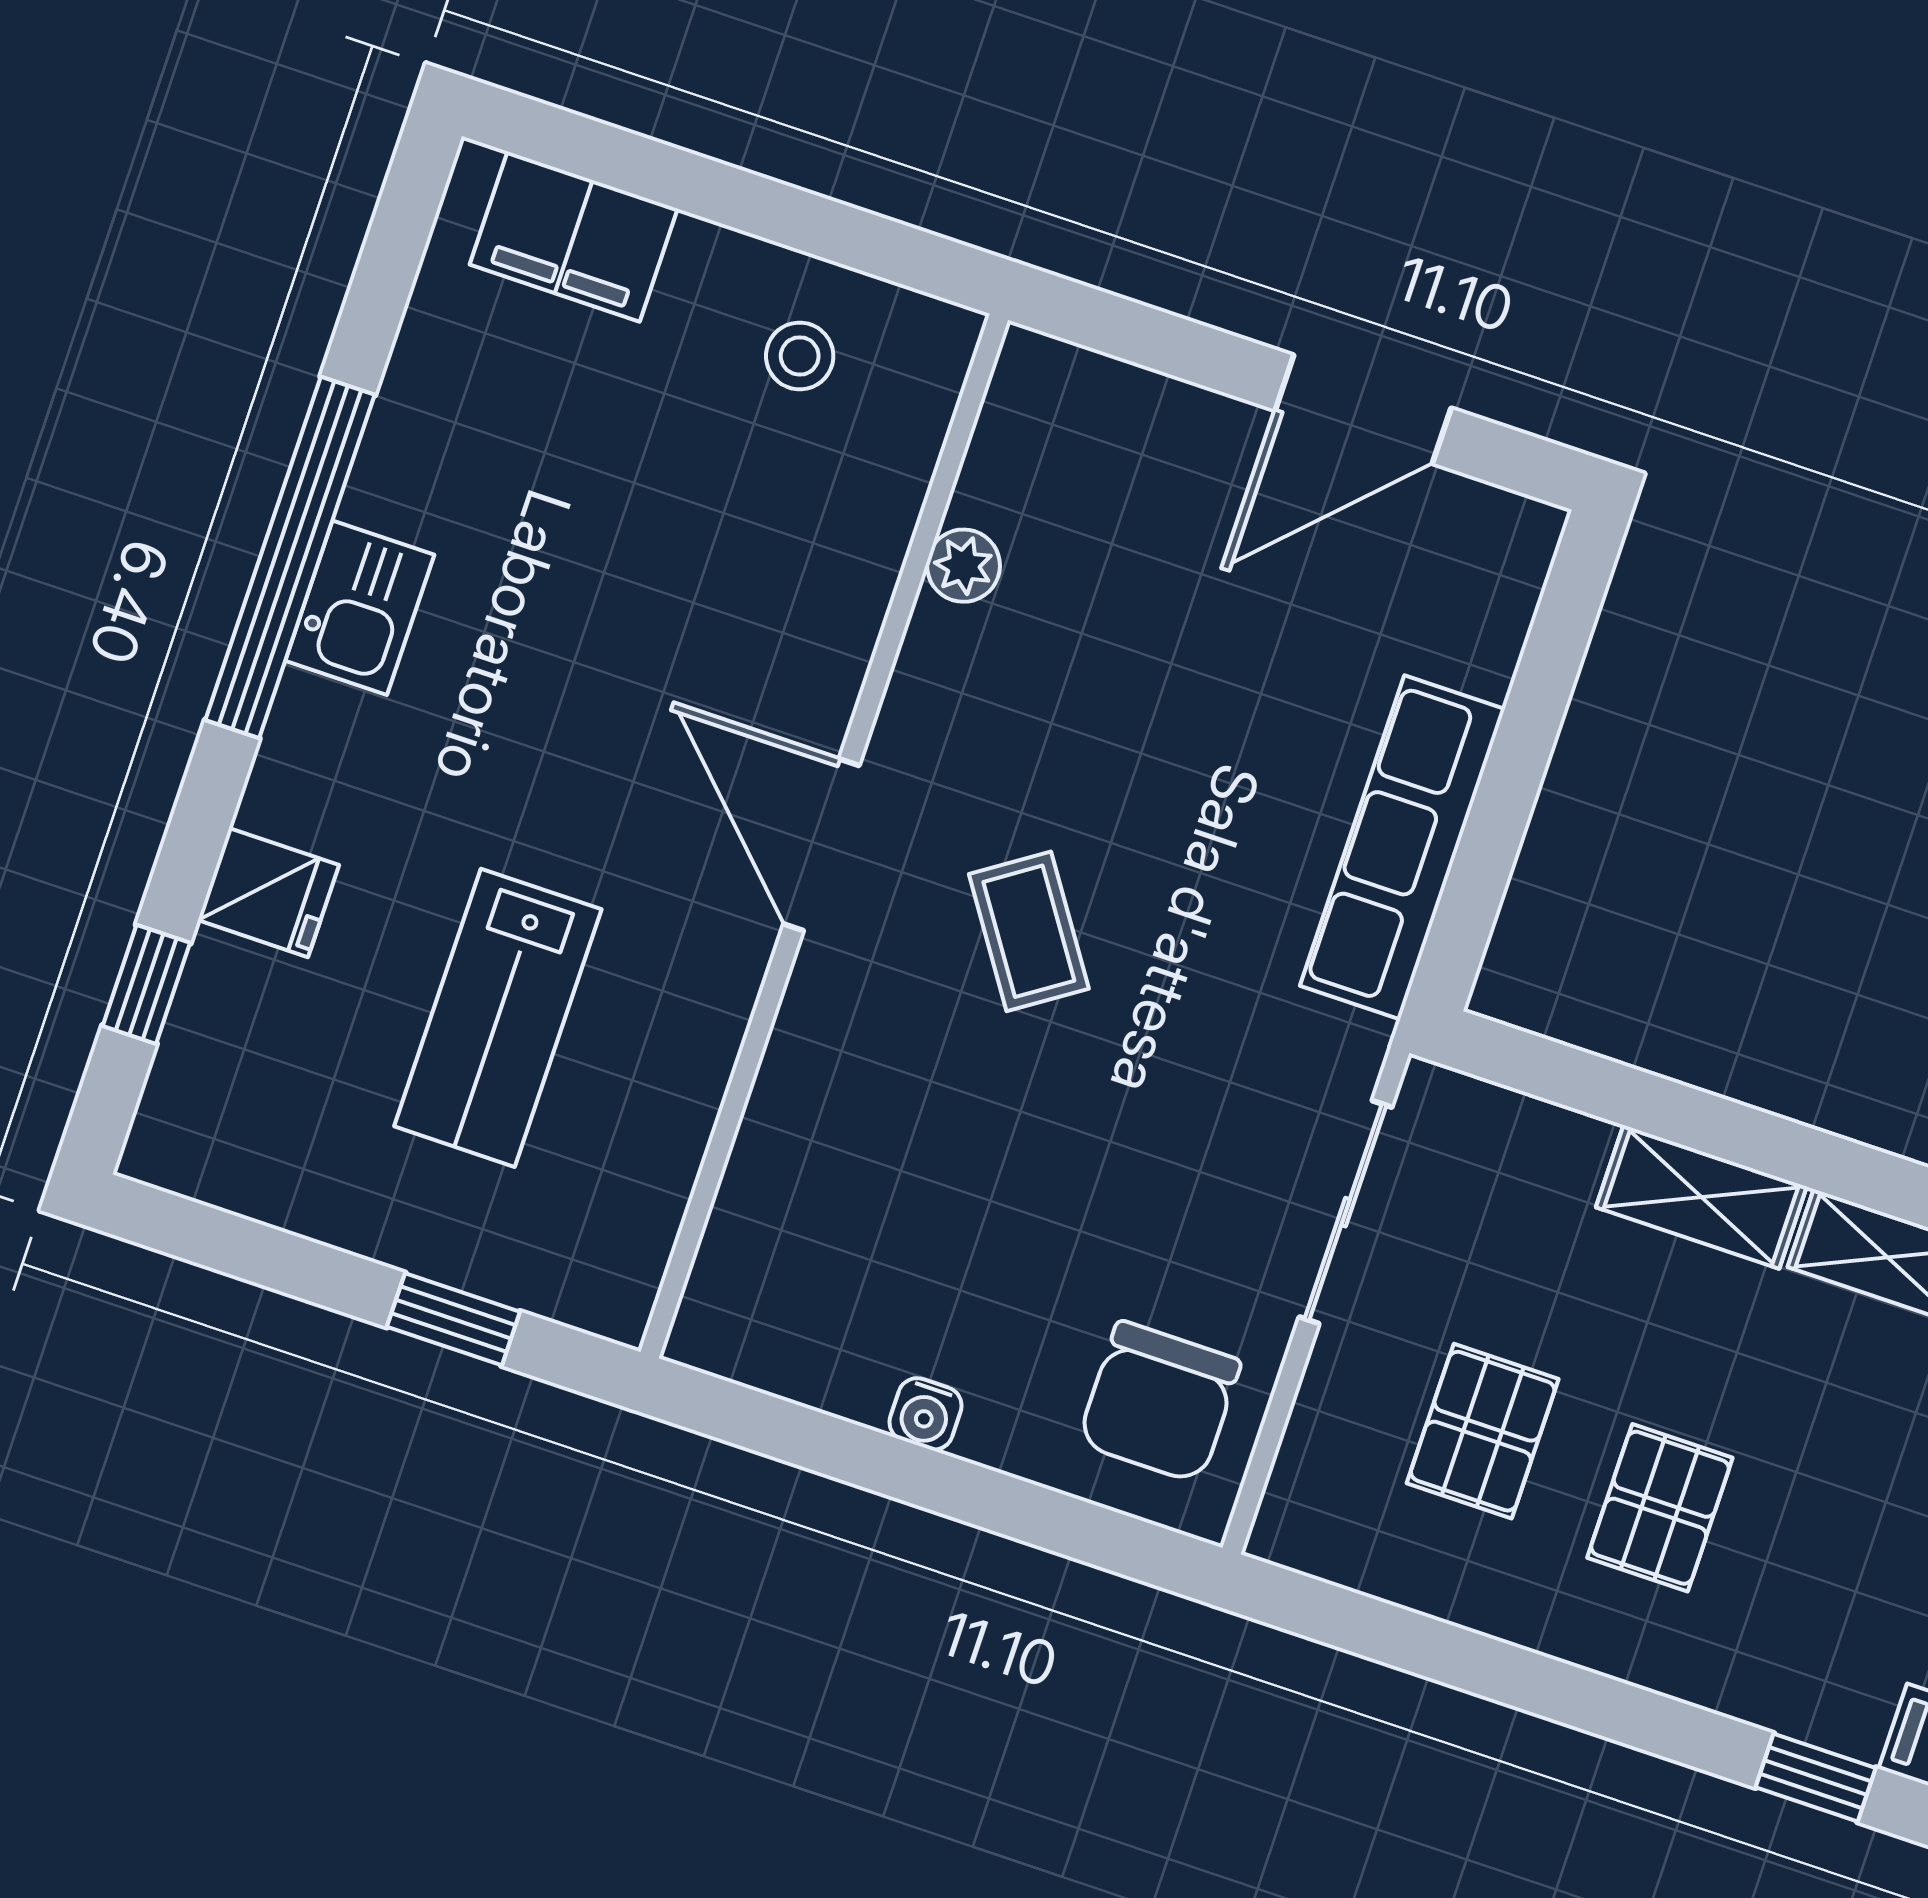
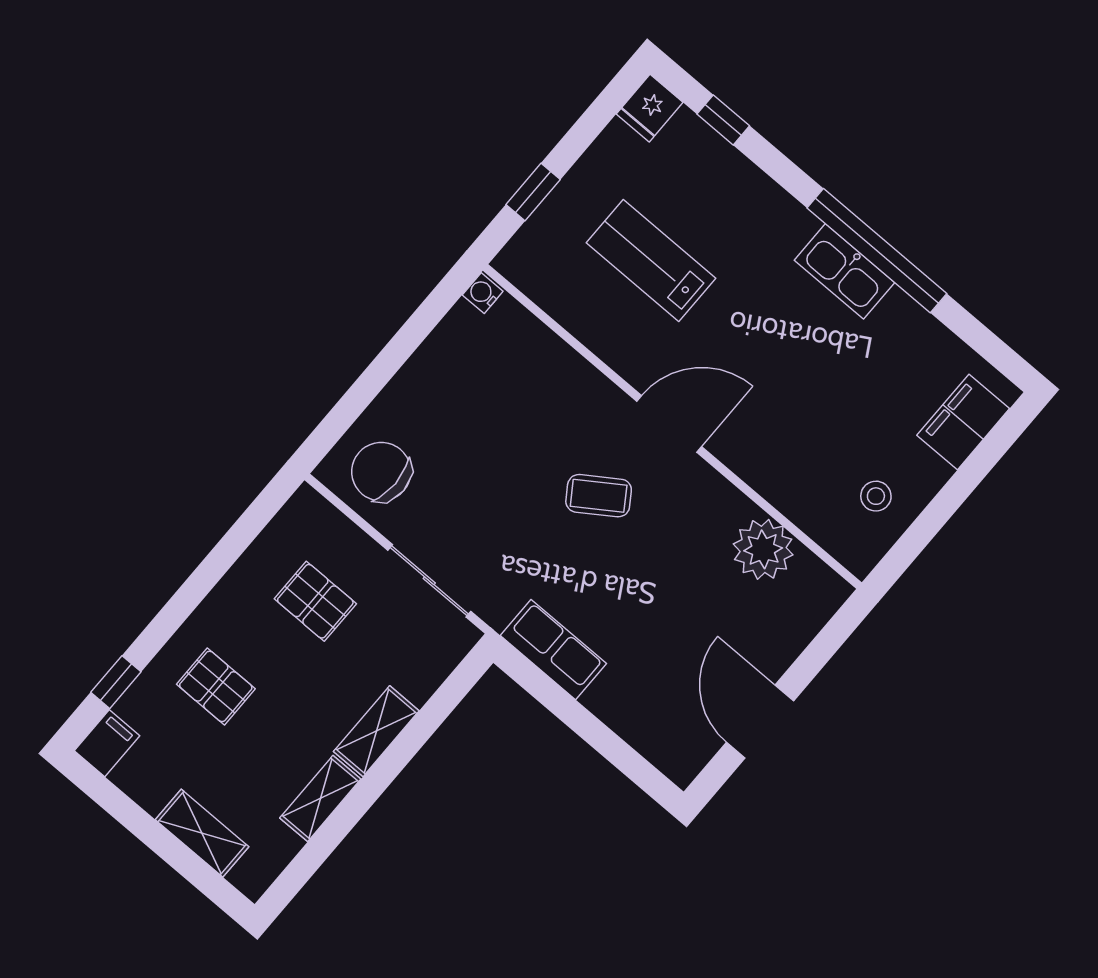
plant: (964, 566) -> (763, 549), width x1.87, depth x1.87
kitchen sink: (360, 608) -> (844, 271), width x1.38
row of seats: (1402, 847) -> (553, 650), width x0.68
fridge: (268, 893) -> (650, 108), moved
water cooler: (925, 1414) -> (483, 293), moved
pallet: (1660, 1508) -> (216, 686), moved

